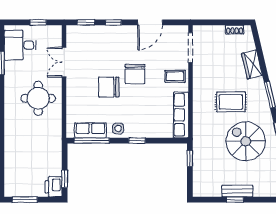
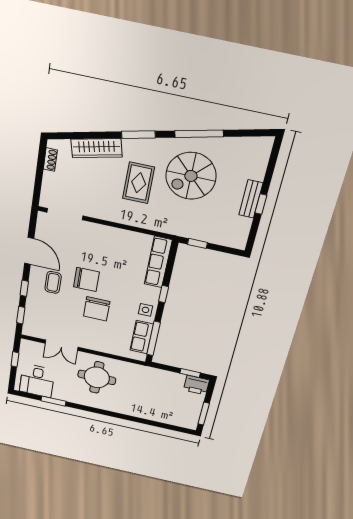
wardrobe: (252, 64) -> (96, 148), width x1.50
coffee table: (175, 76) -> (53, 282), moved
row of seats: (181, 115) -> (158, 262), moved, turned 90

